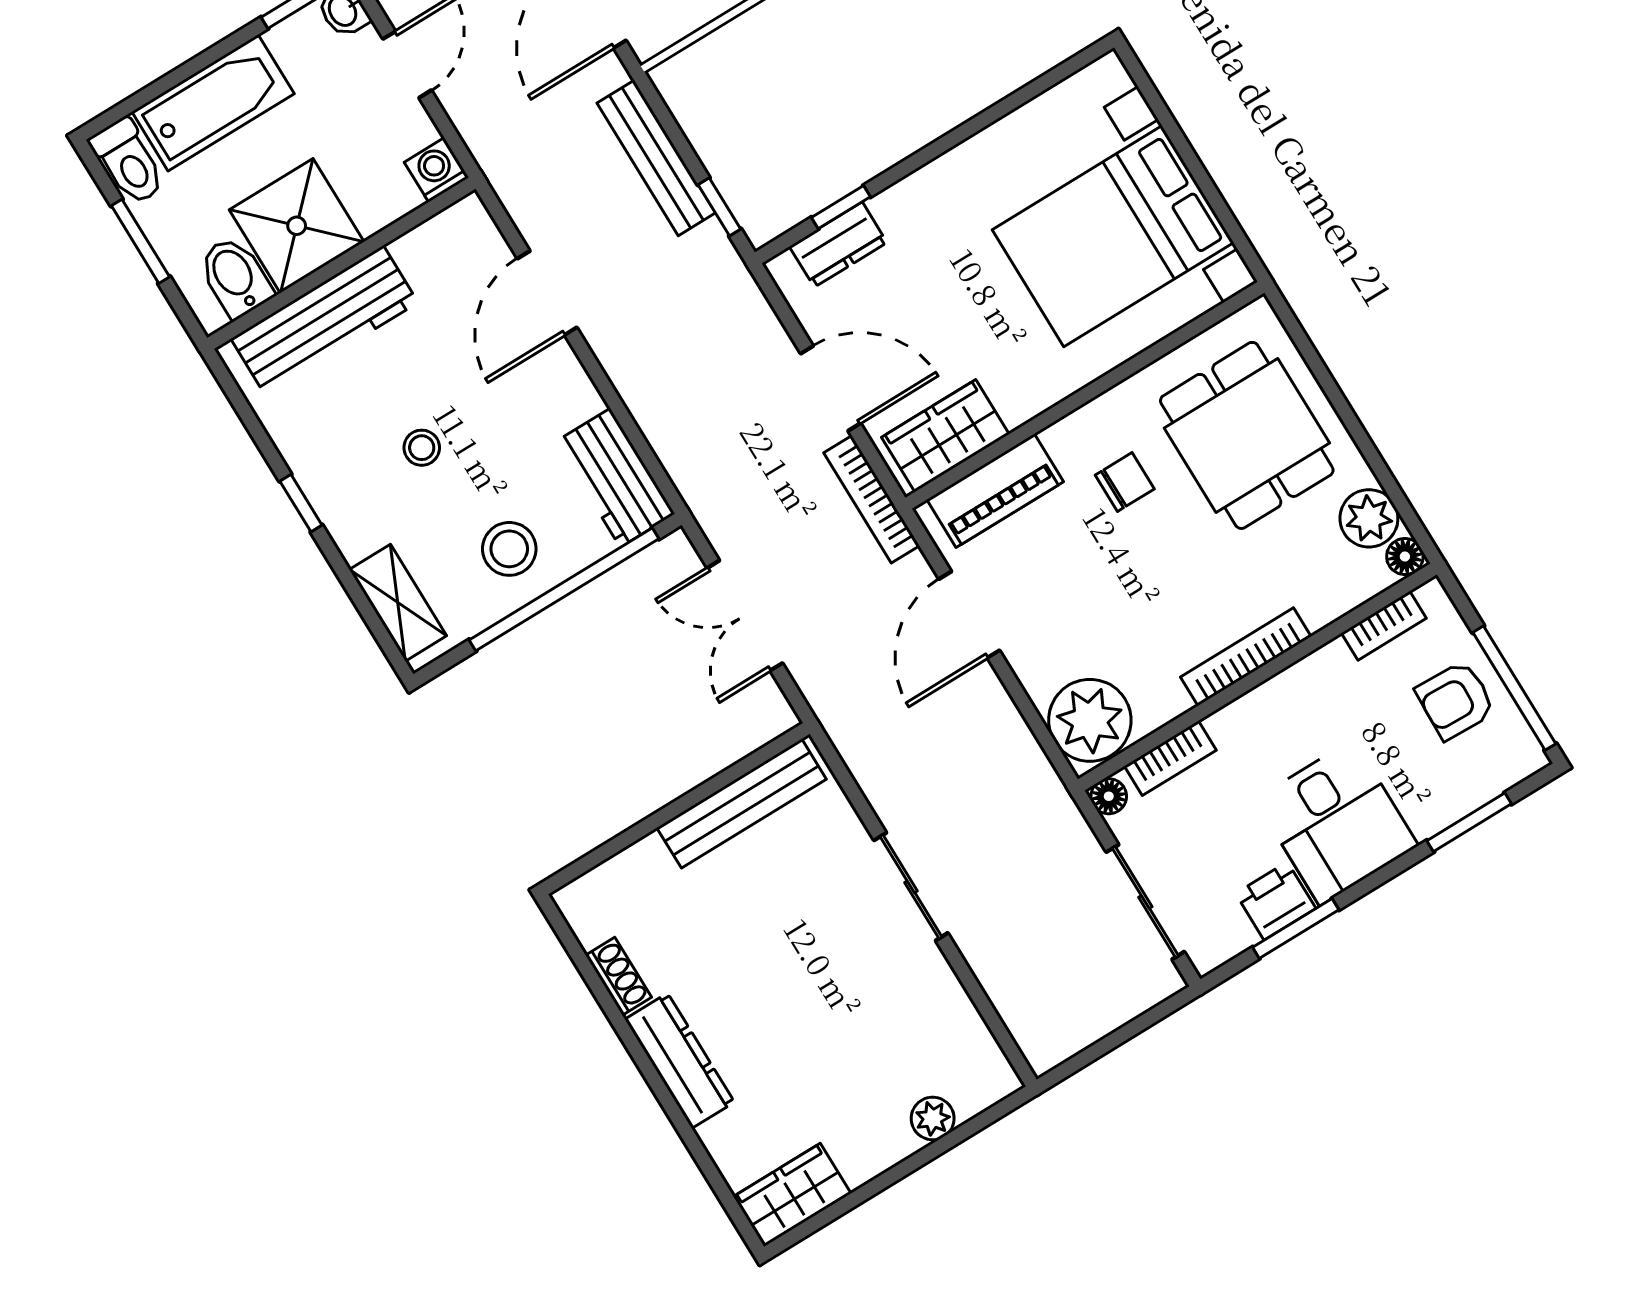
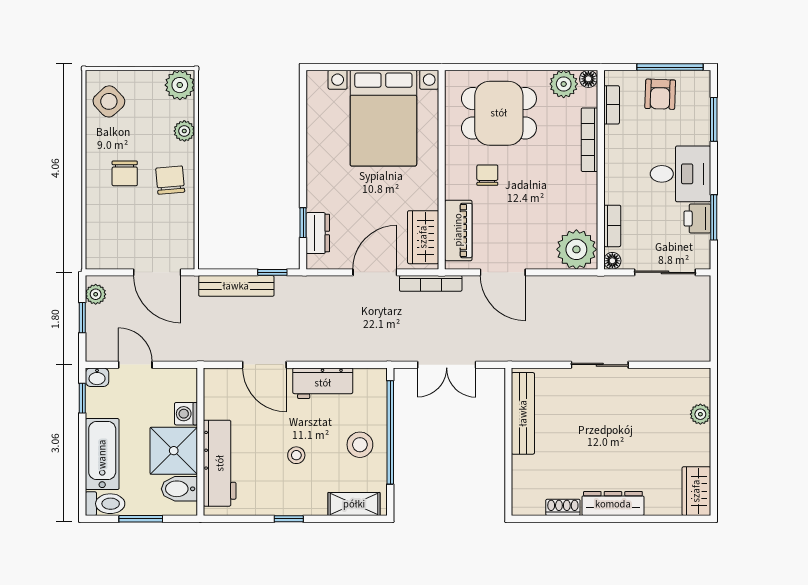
washing machine: (437, 170) -> (186, 414), moved
workbench: (615, 478) -> (323, 383), moved
bookcase: (1246, 657) -> (590, 140), moved

